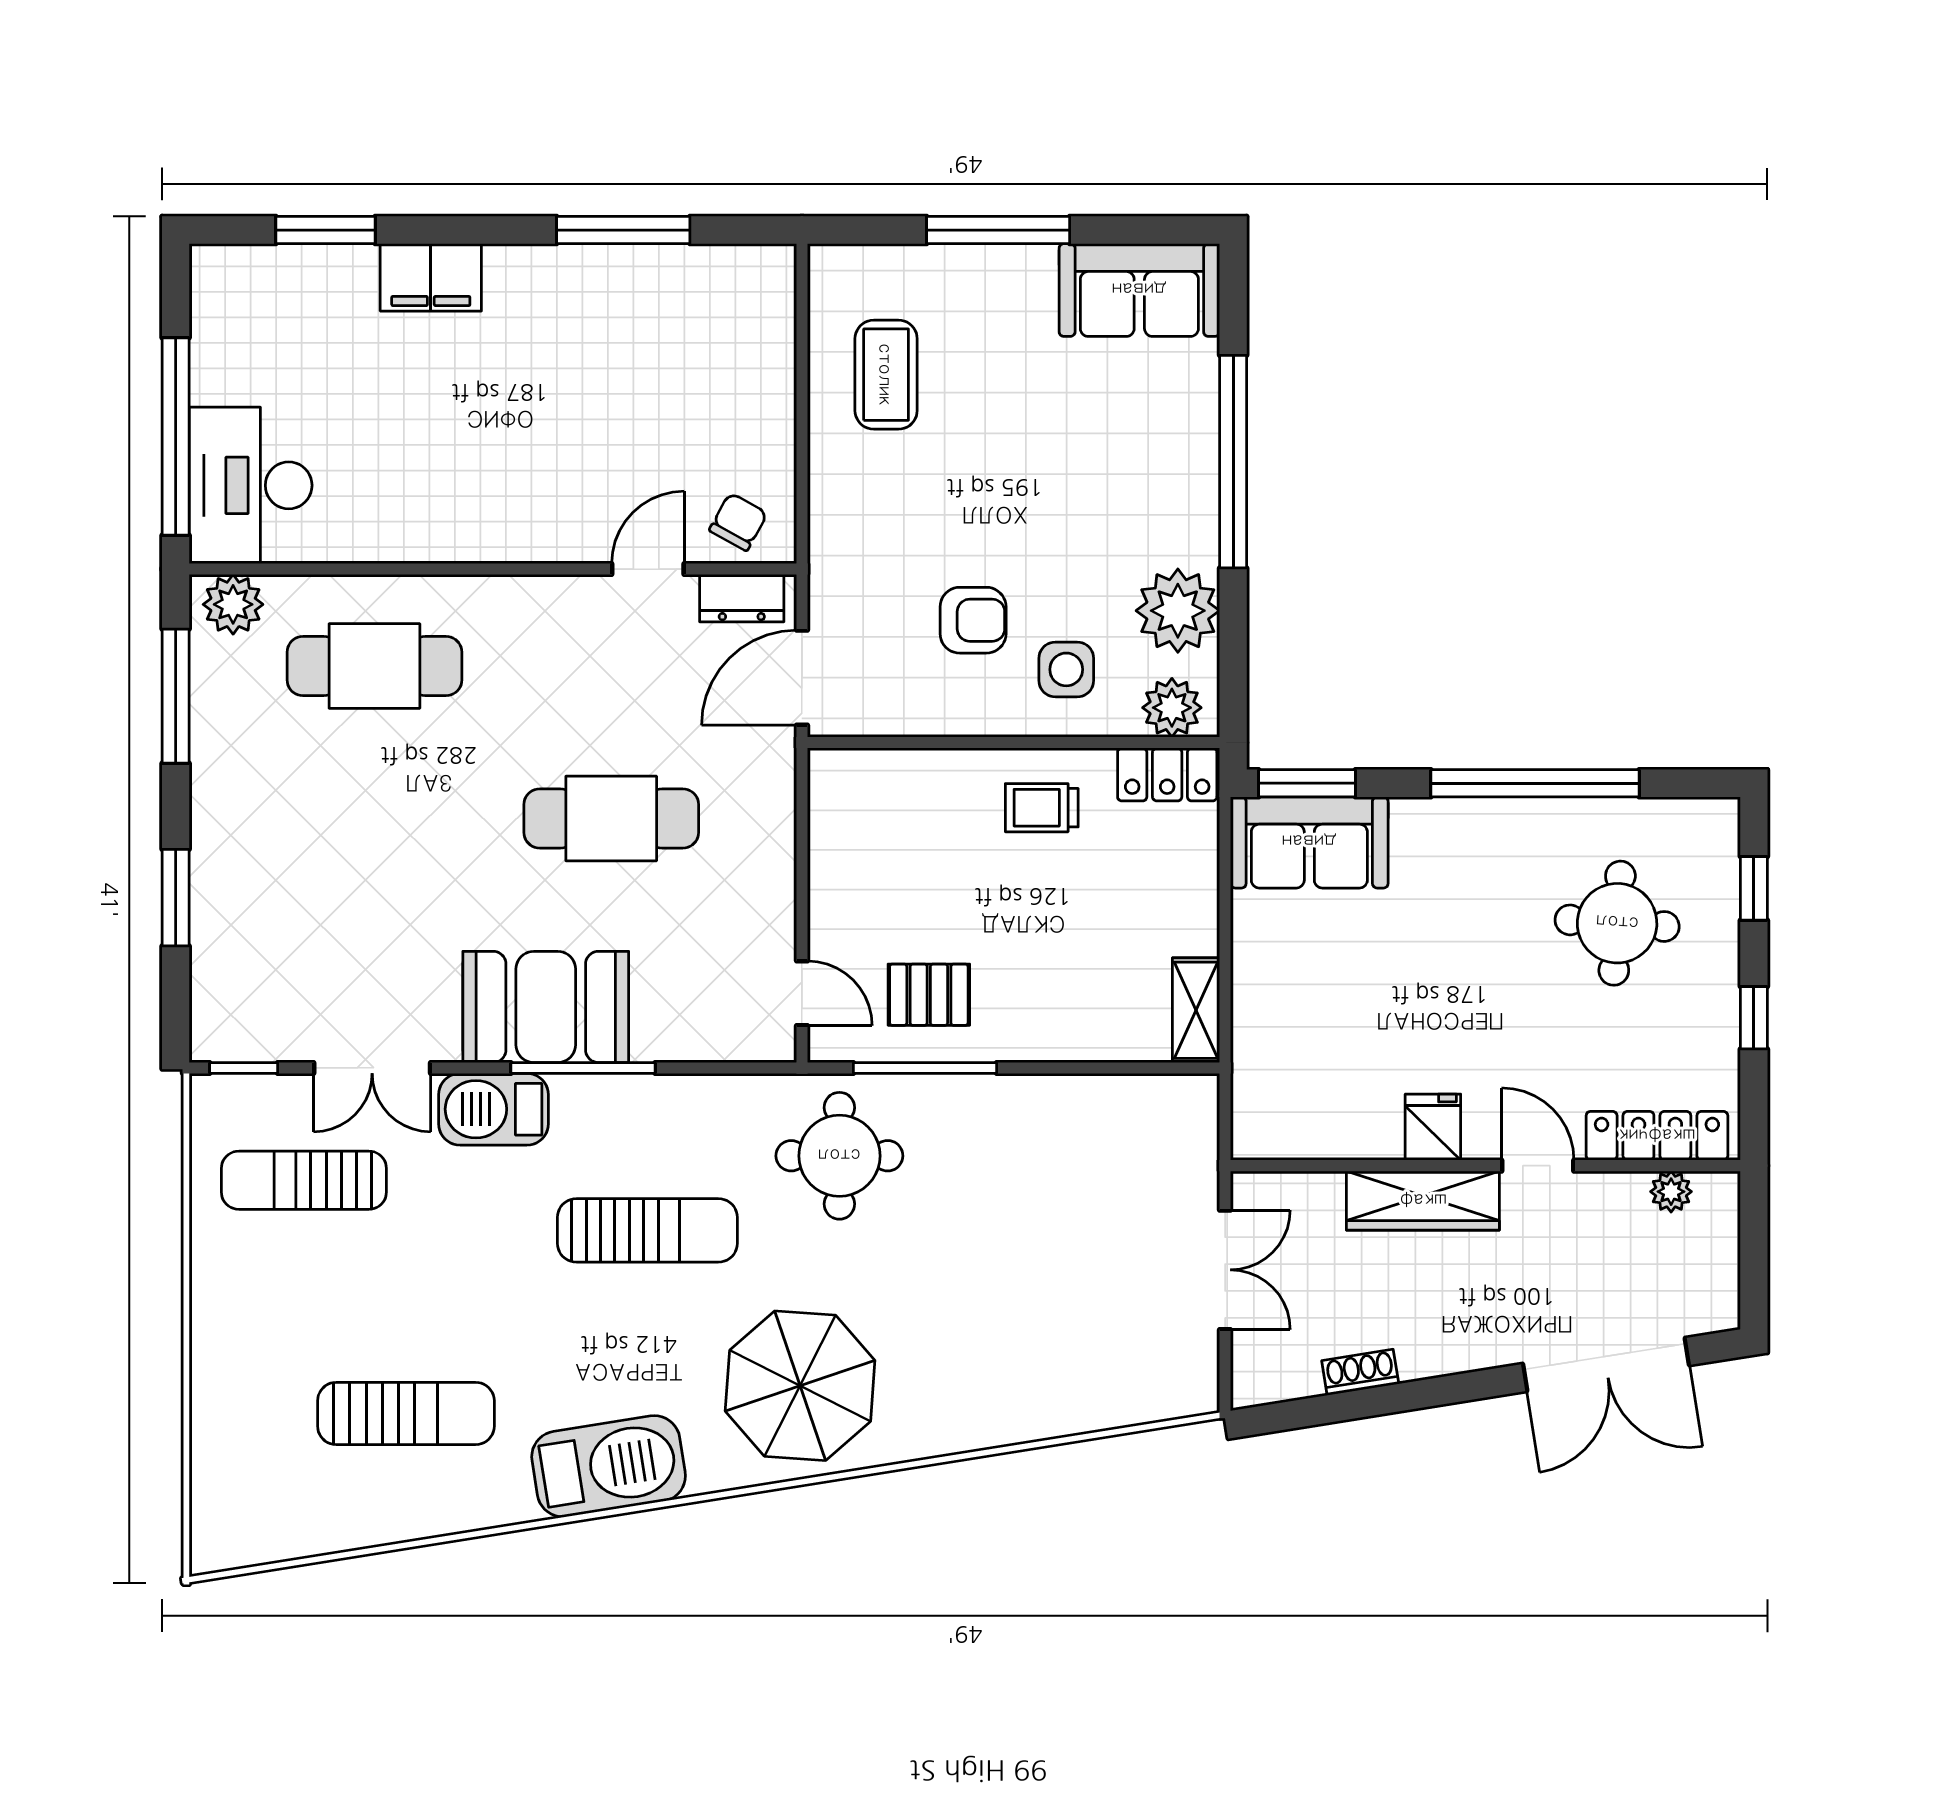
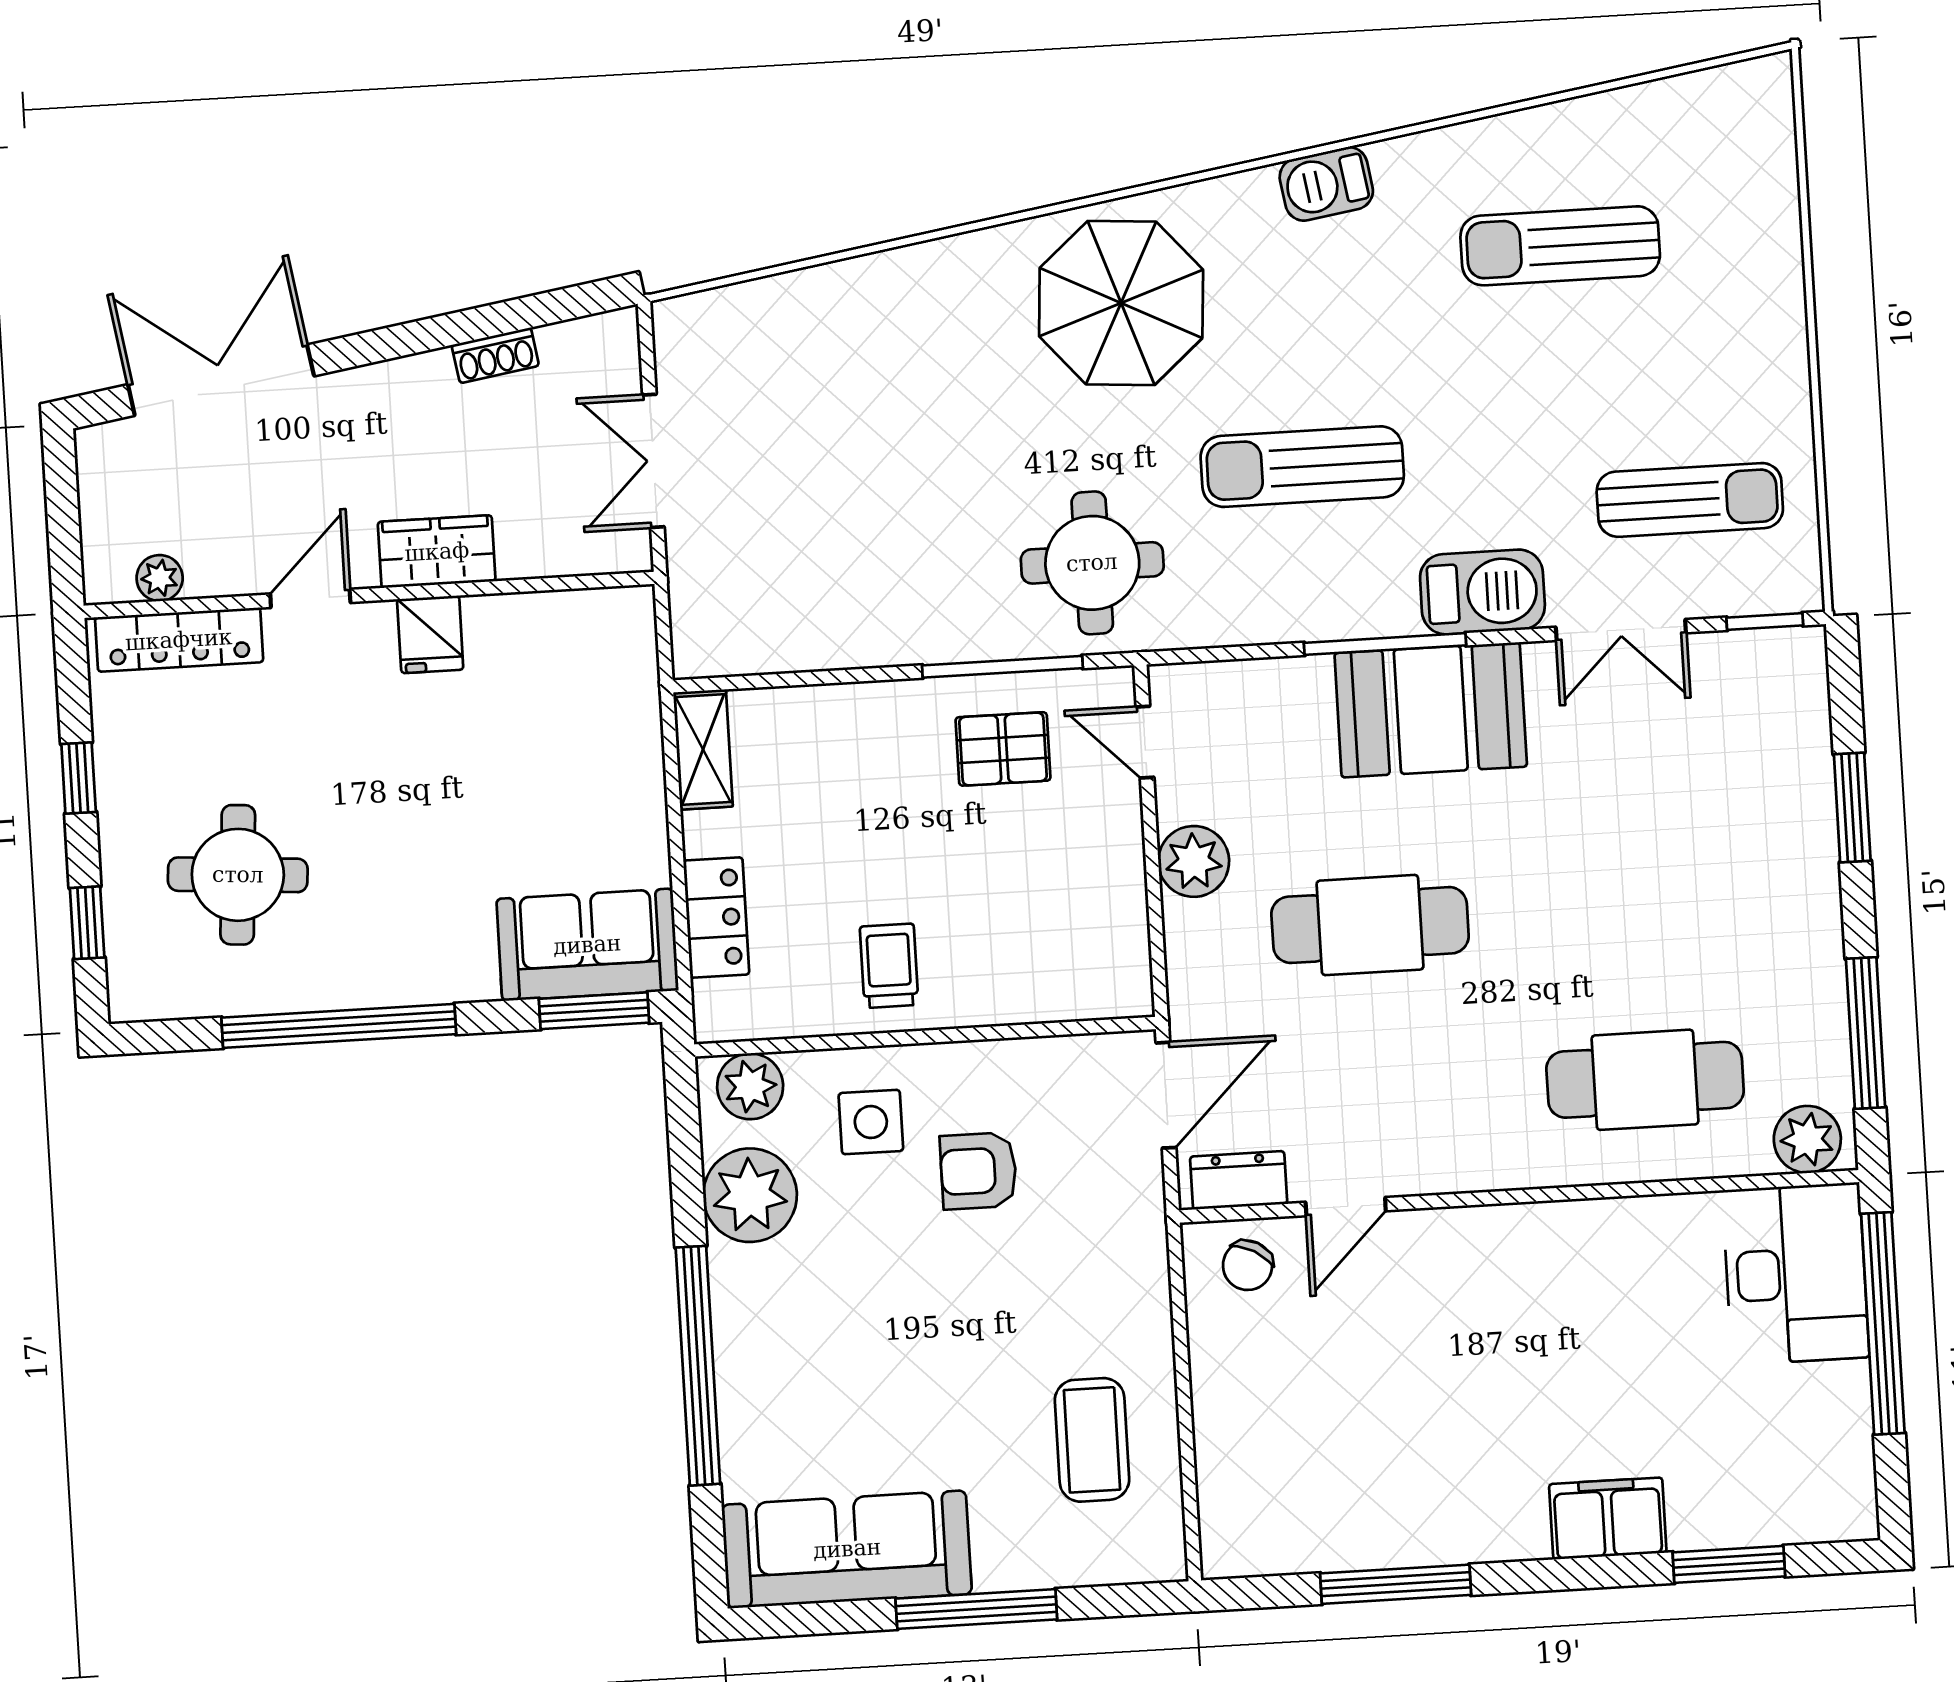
sofa: (1139, 290) -> (847, 1549), width x1.36
locker: (1167, 774) -> (716, 918), moved, turned 90
trolley: (1042, 808) -> (889, 966), turned -90
plant: (765, 884) -> (1194, 861), added
double door: (372, 1068) -> (1621, 630), swing flipped
door: (1538, 1166) -> (310, 598), swing flipped
wardrobe: (1423, 1201) -> (437, 552), width x0.67
barbecue: (609, 1466) -> (1326, 184), width x0.53, depth x0.65

